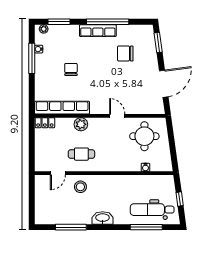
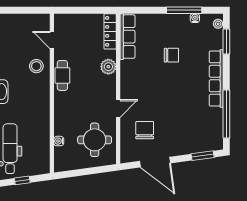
window: (108, 22) -> (226, 114), moved
row of seats: (98, 31) -> (216, 79), width x1.36
chair: (125, 53) -> (145, 130), moved
row of seats: (62, 108) -> (127, 37), width x0.73
locker: (45, 123) -> (110, 31), width x1.53
cafe table: (81, 154) -> (62, 75), moved

